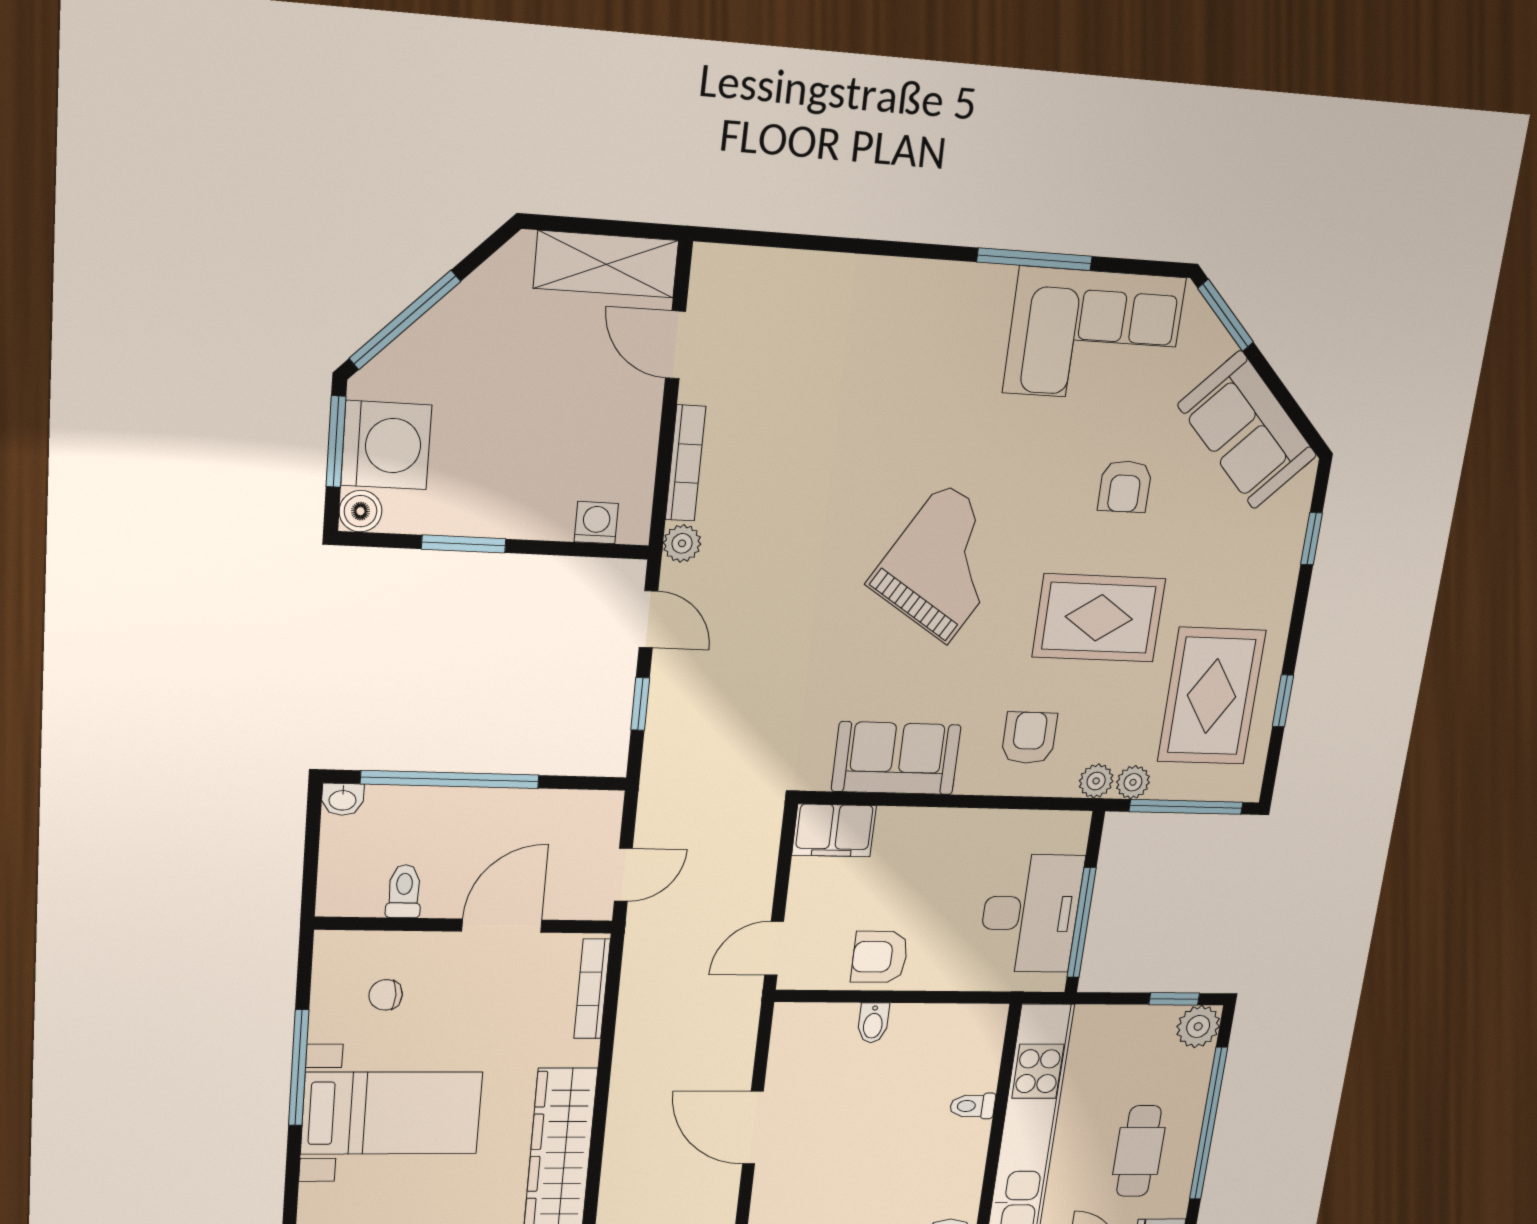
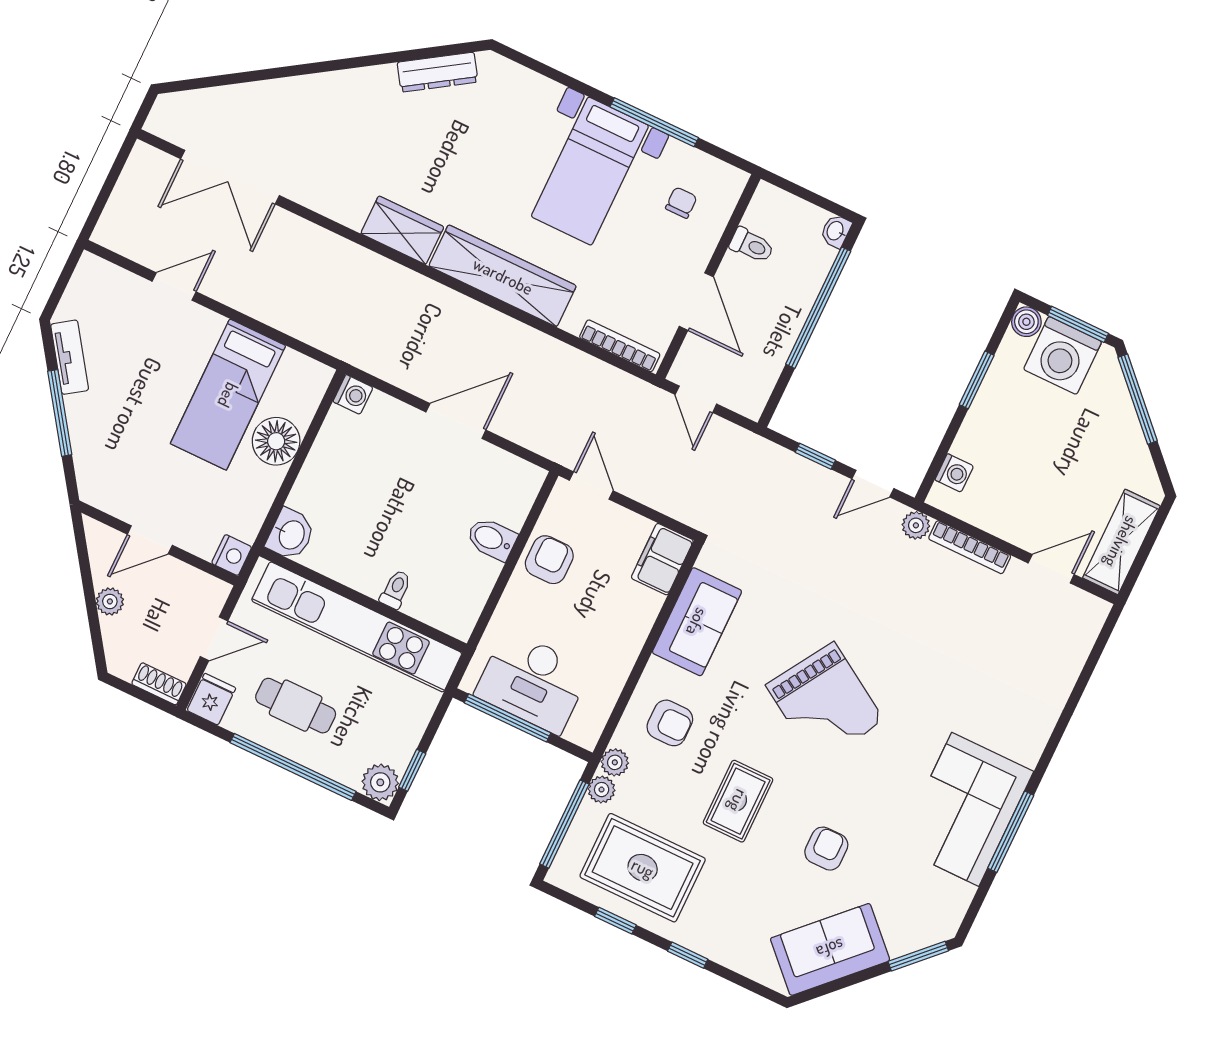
corner sofa: (1094, 335) -> (965, 809), moved
armchair: (1125, 486) -> (826, 849), turned 90
window: (1311, 539) -> (688, 955), moved
rug: (1099, 618) -> (738, 801), width x0.73, depth x0.70
bidet: (873, 1023) -> (491, 539), width x1.38, depth x1.36

